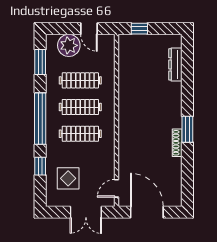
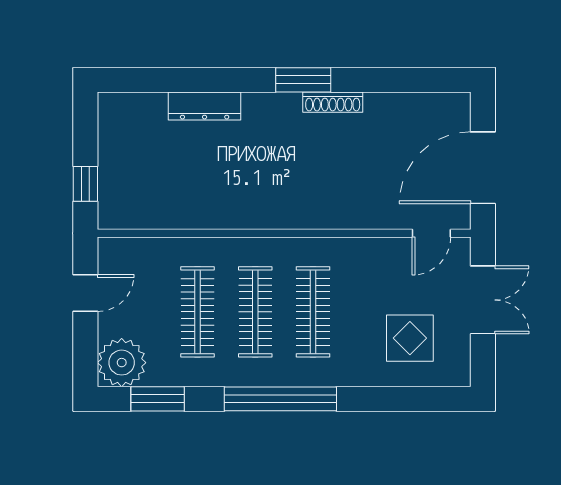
plant: (69, 45) -> (122, 363), moved
dresser: (175, 64) -> (205, 106), moved
window: (40, 166) -> (383, 399), removed
door: (117, 188) -> (431, 233), hinge flipped

